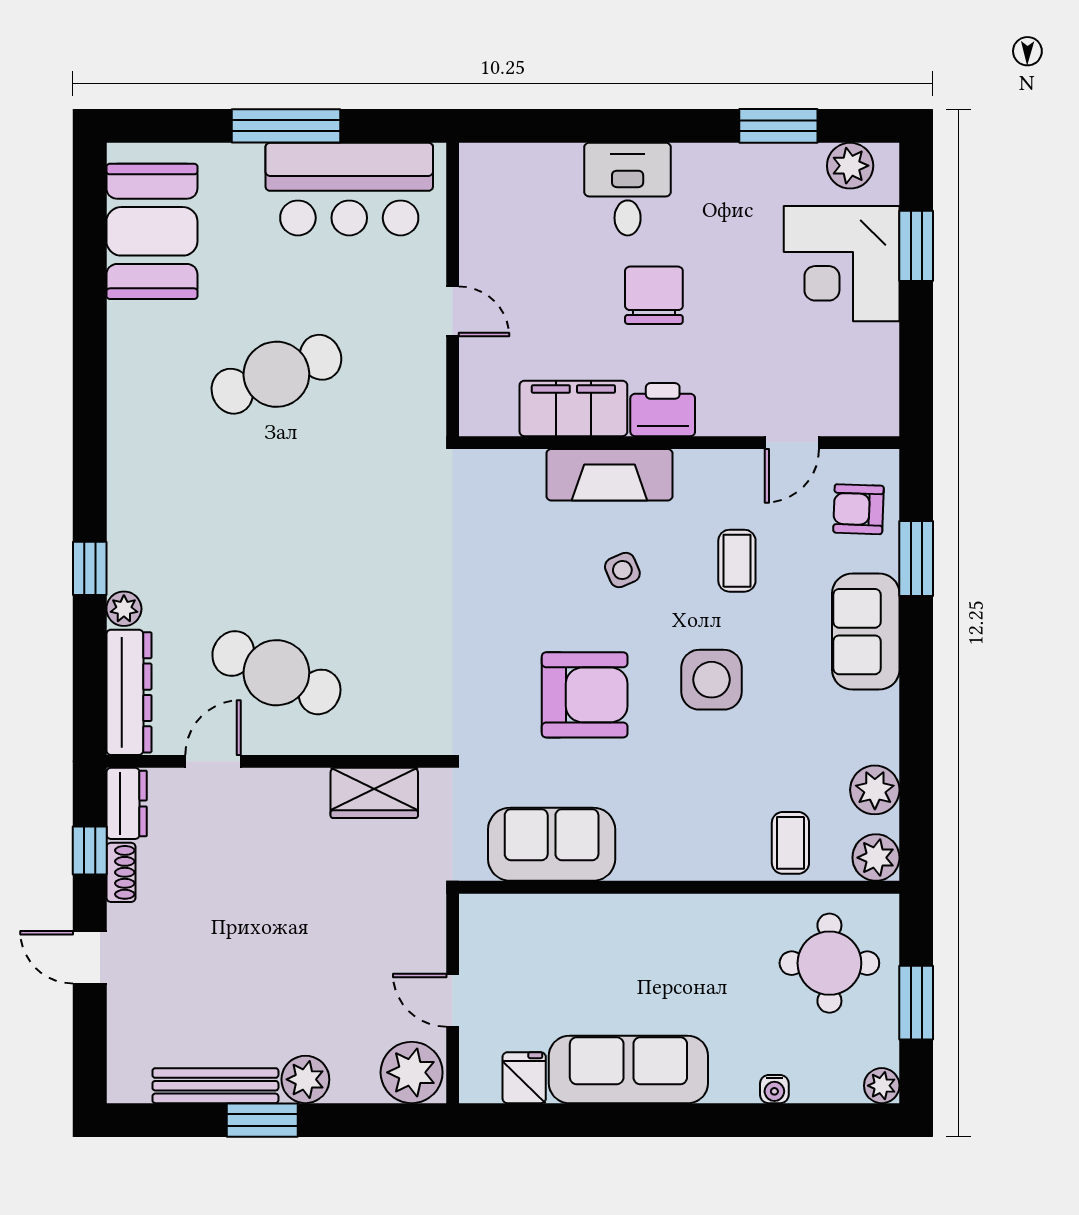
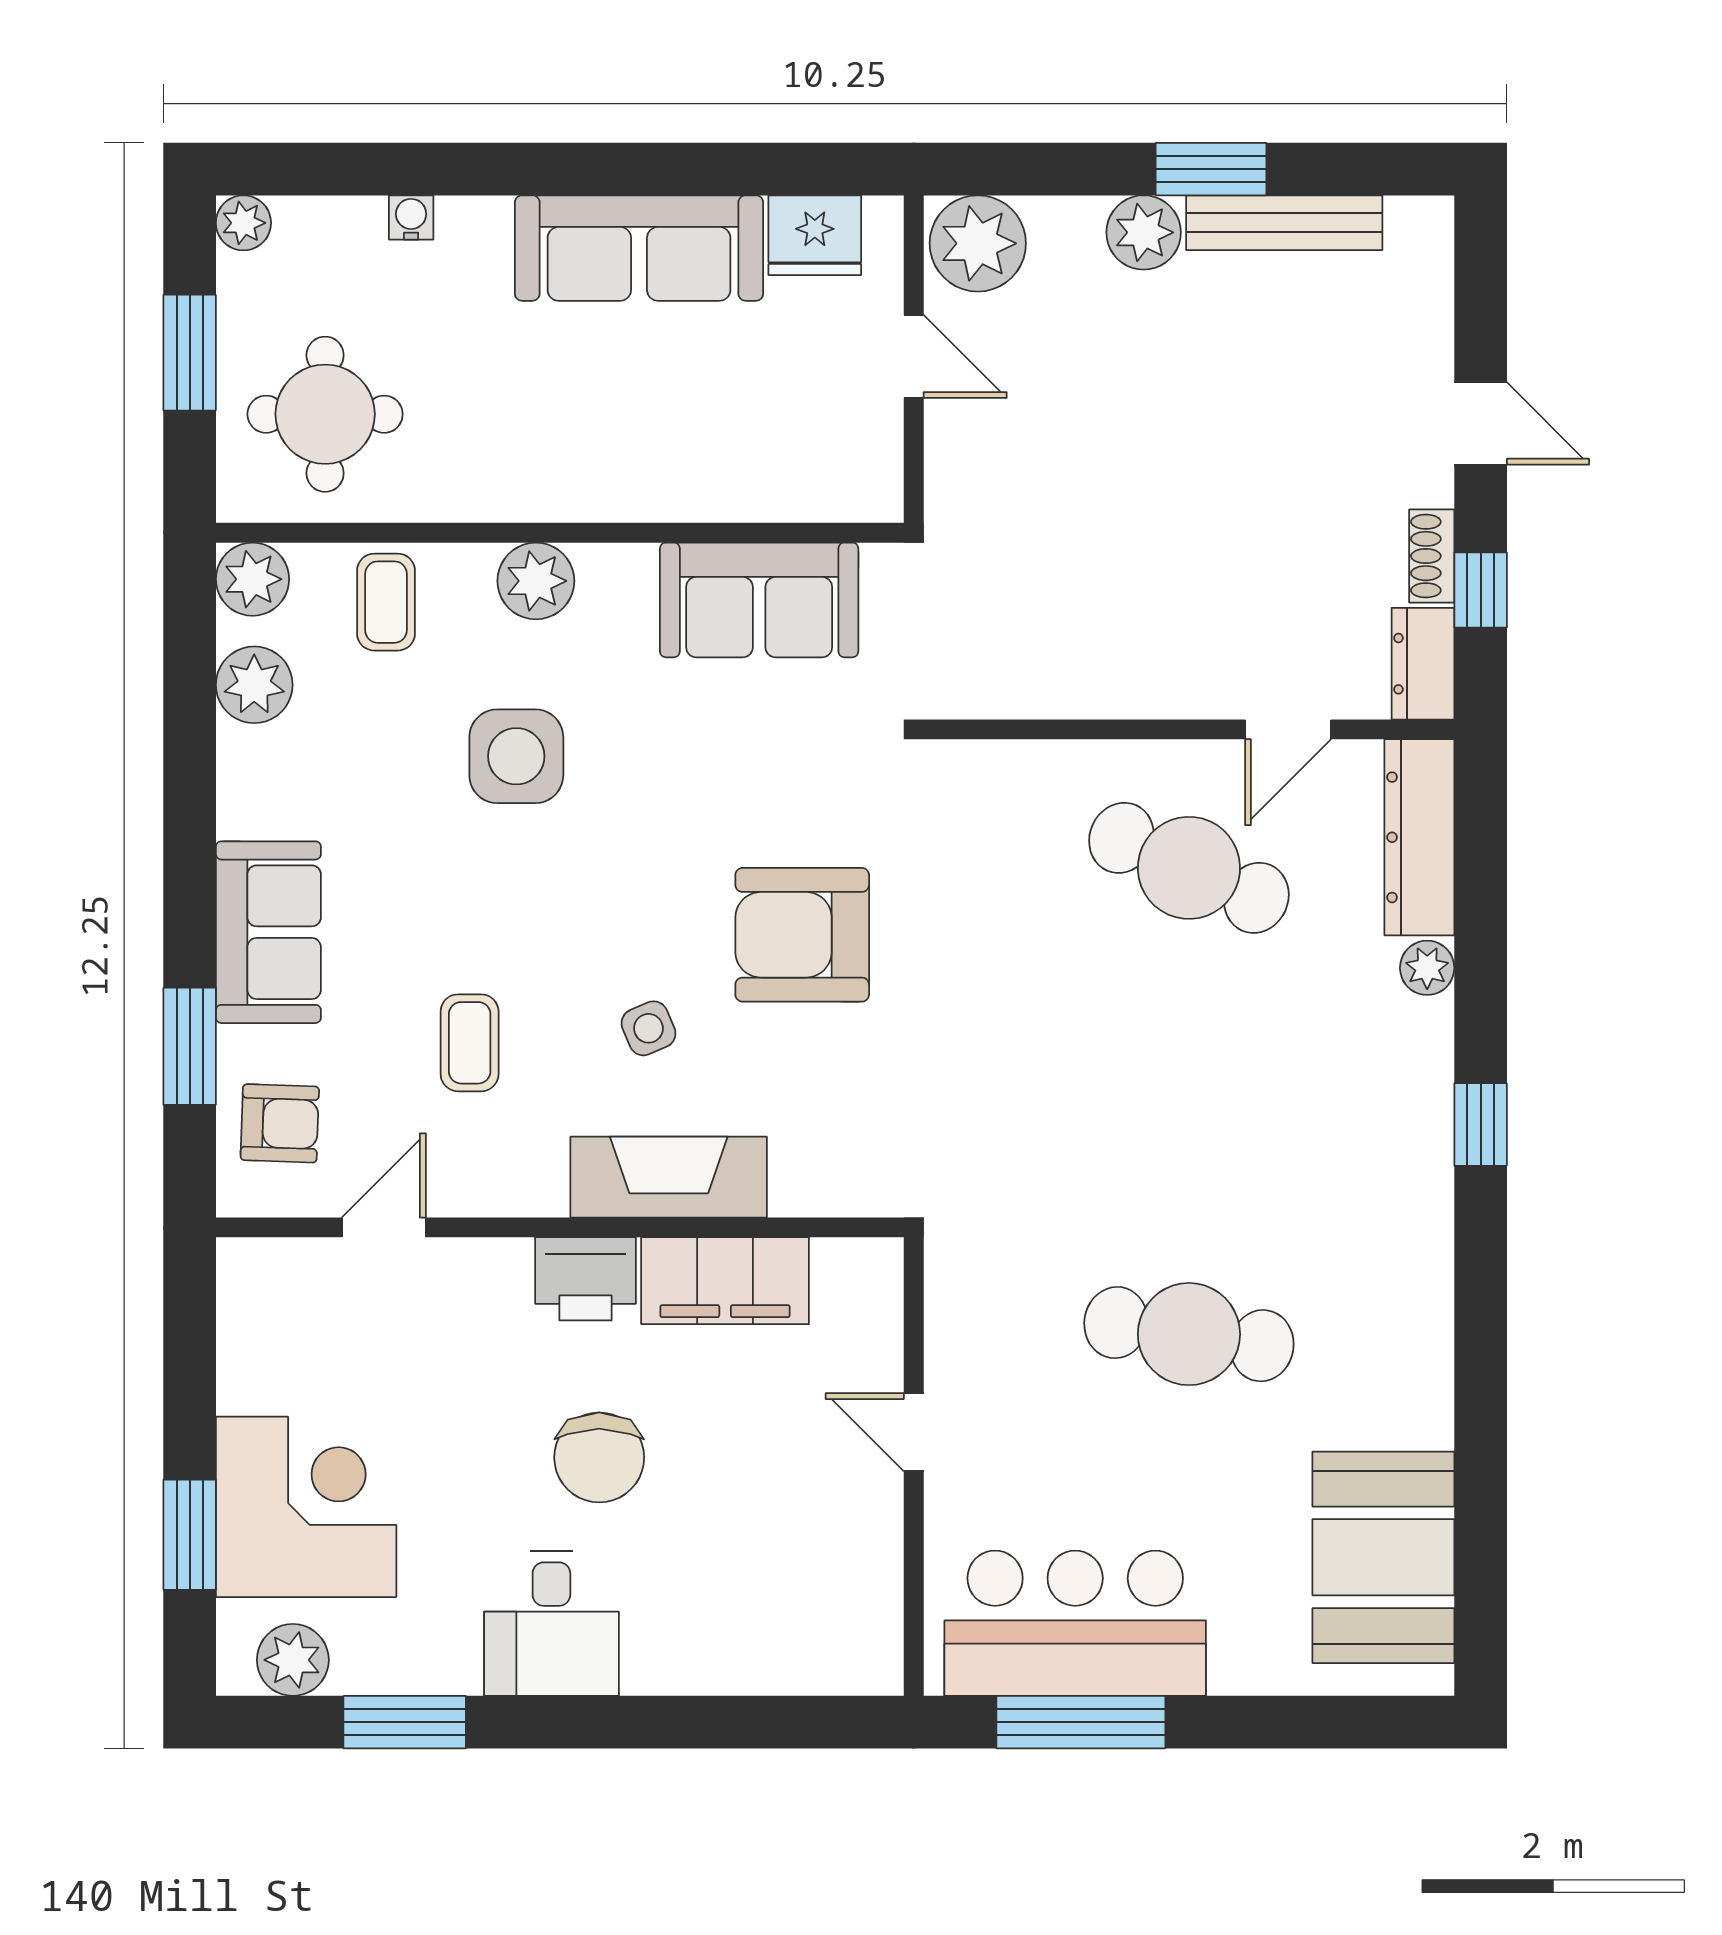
window: (286, 126) -> (1081, 1722), moved
desk: (628, 189) -> (551, 1623), moved
cafe table: (276, 374) -> (1189, 1334), turned 30
window: (90, 568) -> (1481, 1125), moved
side table: (711, 680) -> (516, 756), moved
armchair: (585, 695) -> (802, 935), moved
wardrobe: (374, 793) -> (1036, 680), removed
plant: (694, 856) -> (536, 581), added
fridge: (524, 1078) -> (815, 235), width x1.38

